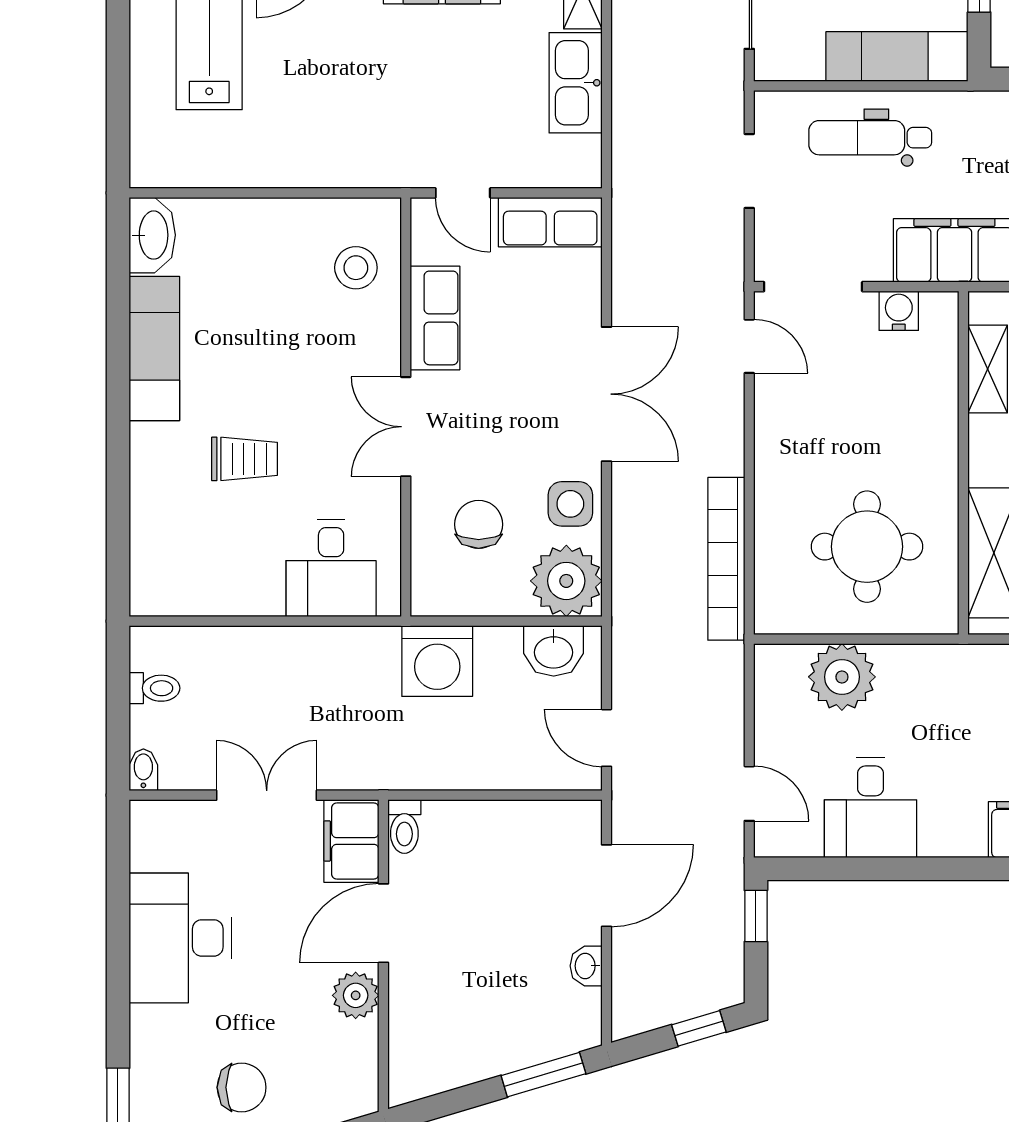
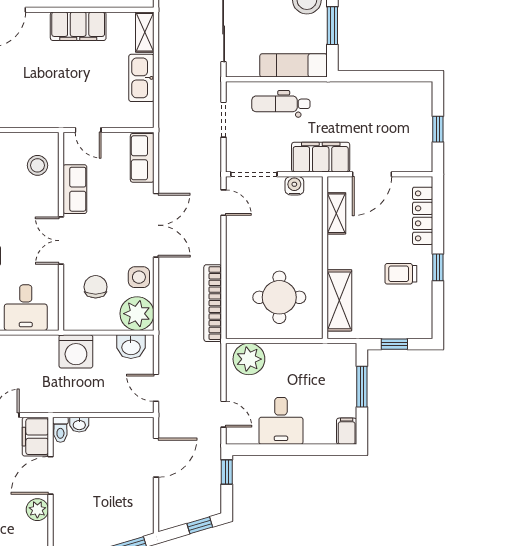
row of seats: (550, 222) -> (142, 158), moved, turned 90
plant: (842, 677) -> (249, 359), moved
washbasin: (586, 966) -> (79, 425), moved, turned -90

